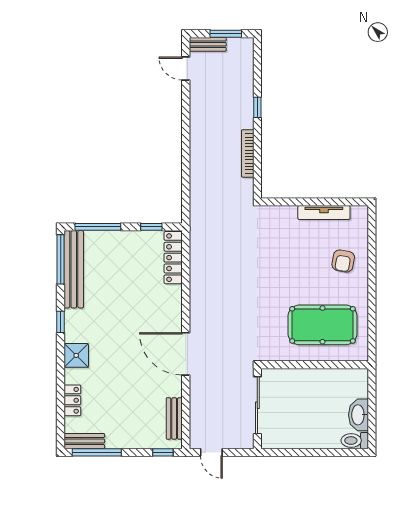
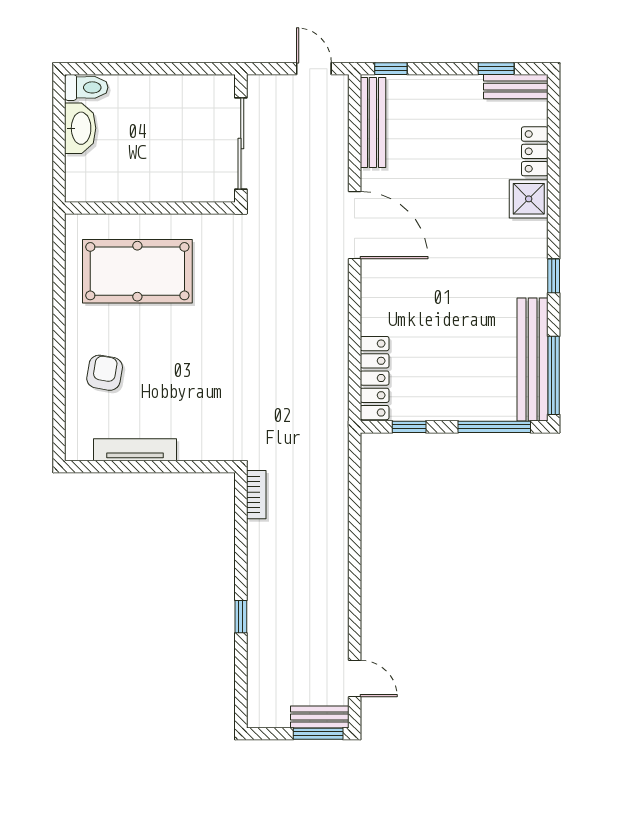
window: (226, 34) -> (318, 734), moved
bookcase: (248, 153) -> (256, 495), moved, width x0.64
shower: (76, 355) -> (529, 199), moved
bench: (174, 418) -> (373, 122), width x1.36
window: (97, 452) -> (496, 69), width x0.46

